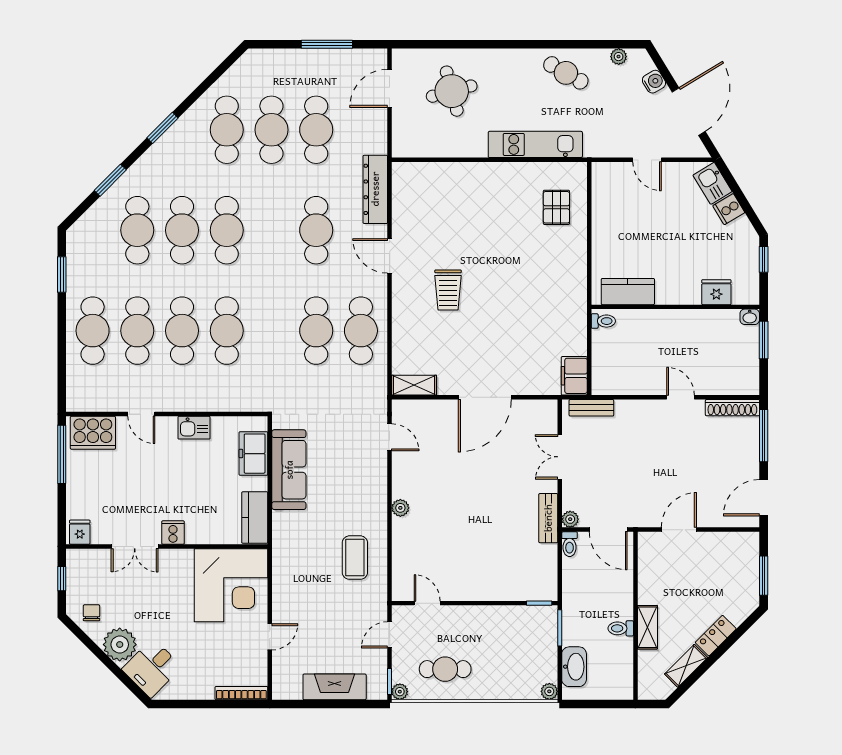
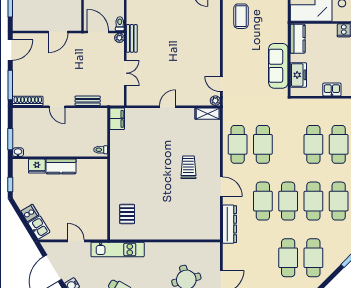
cafe table: (316, 130) -> (288, 201), moved
kitchen unit: (535, 144) -> (118, 249), moved
kitchen counter: (628, 292) -> (61, 166), moved
door: (485, 397) -> (168, 107), width x0.53
bench: (591, 408) -> (88, 101), moved
plant: (400, 508) -> (215, 101), moved

